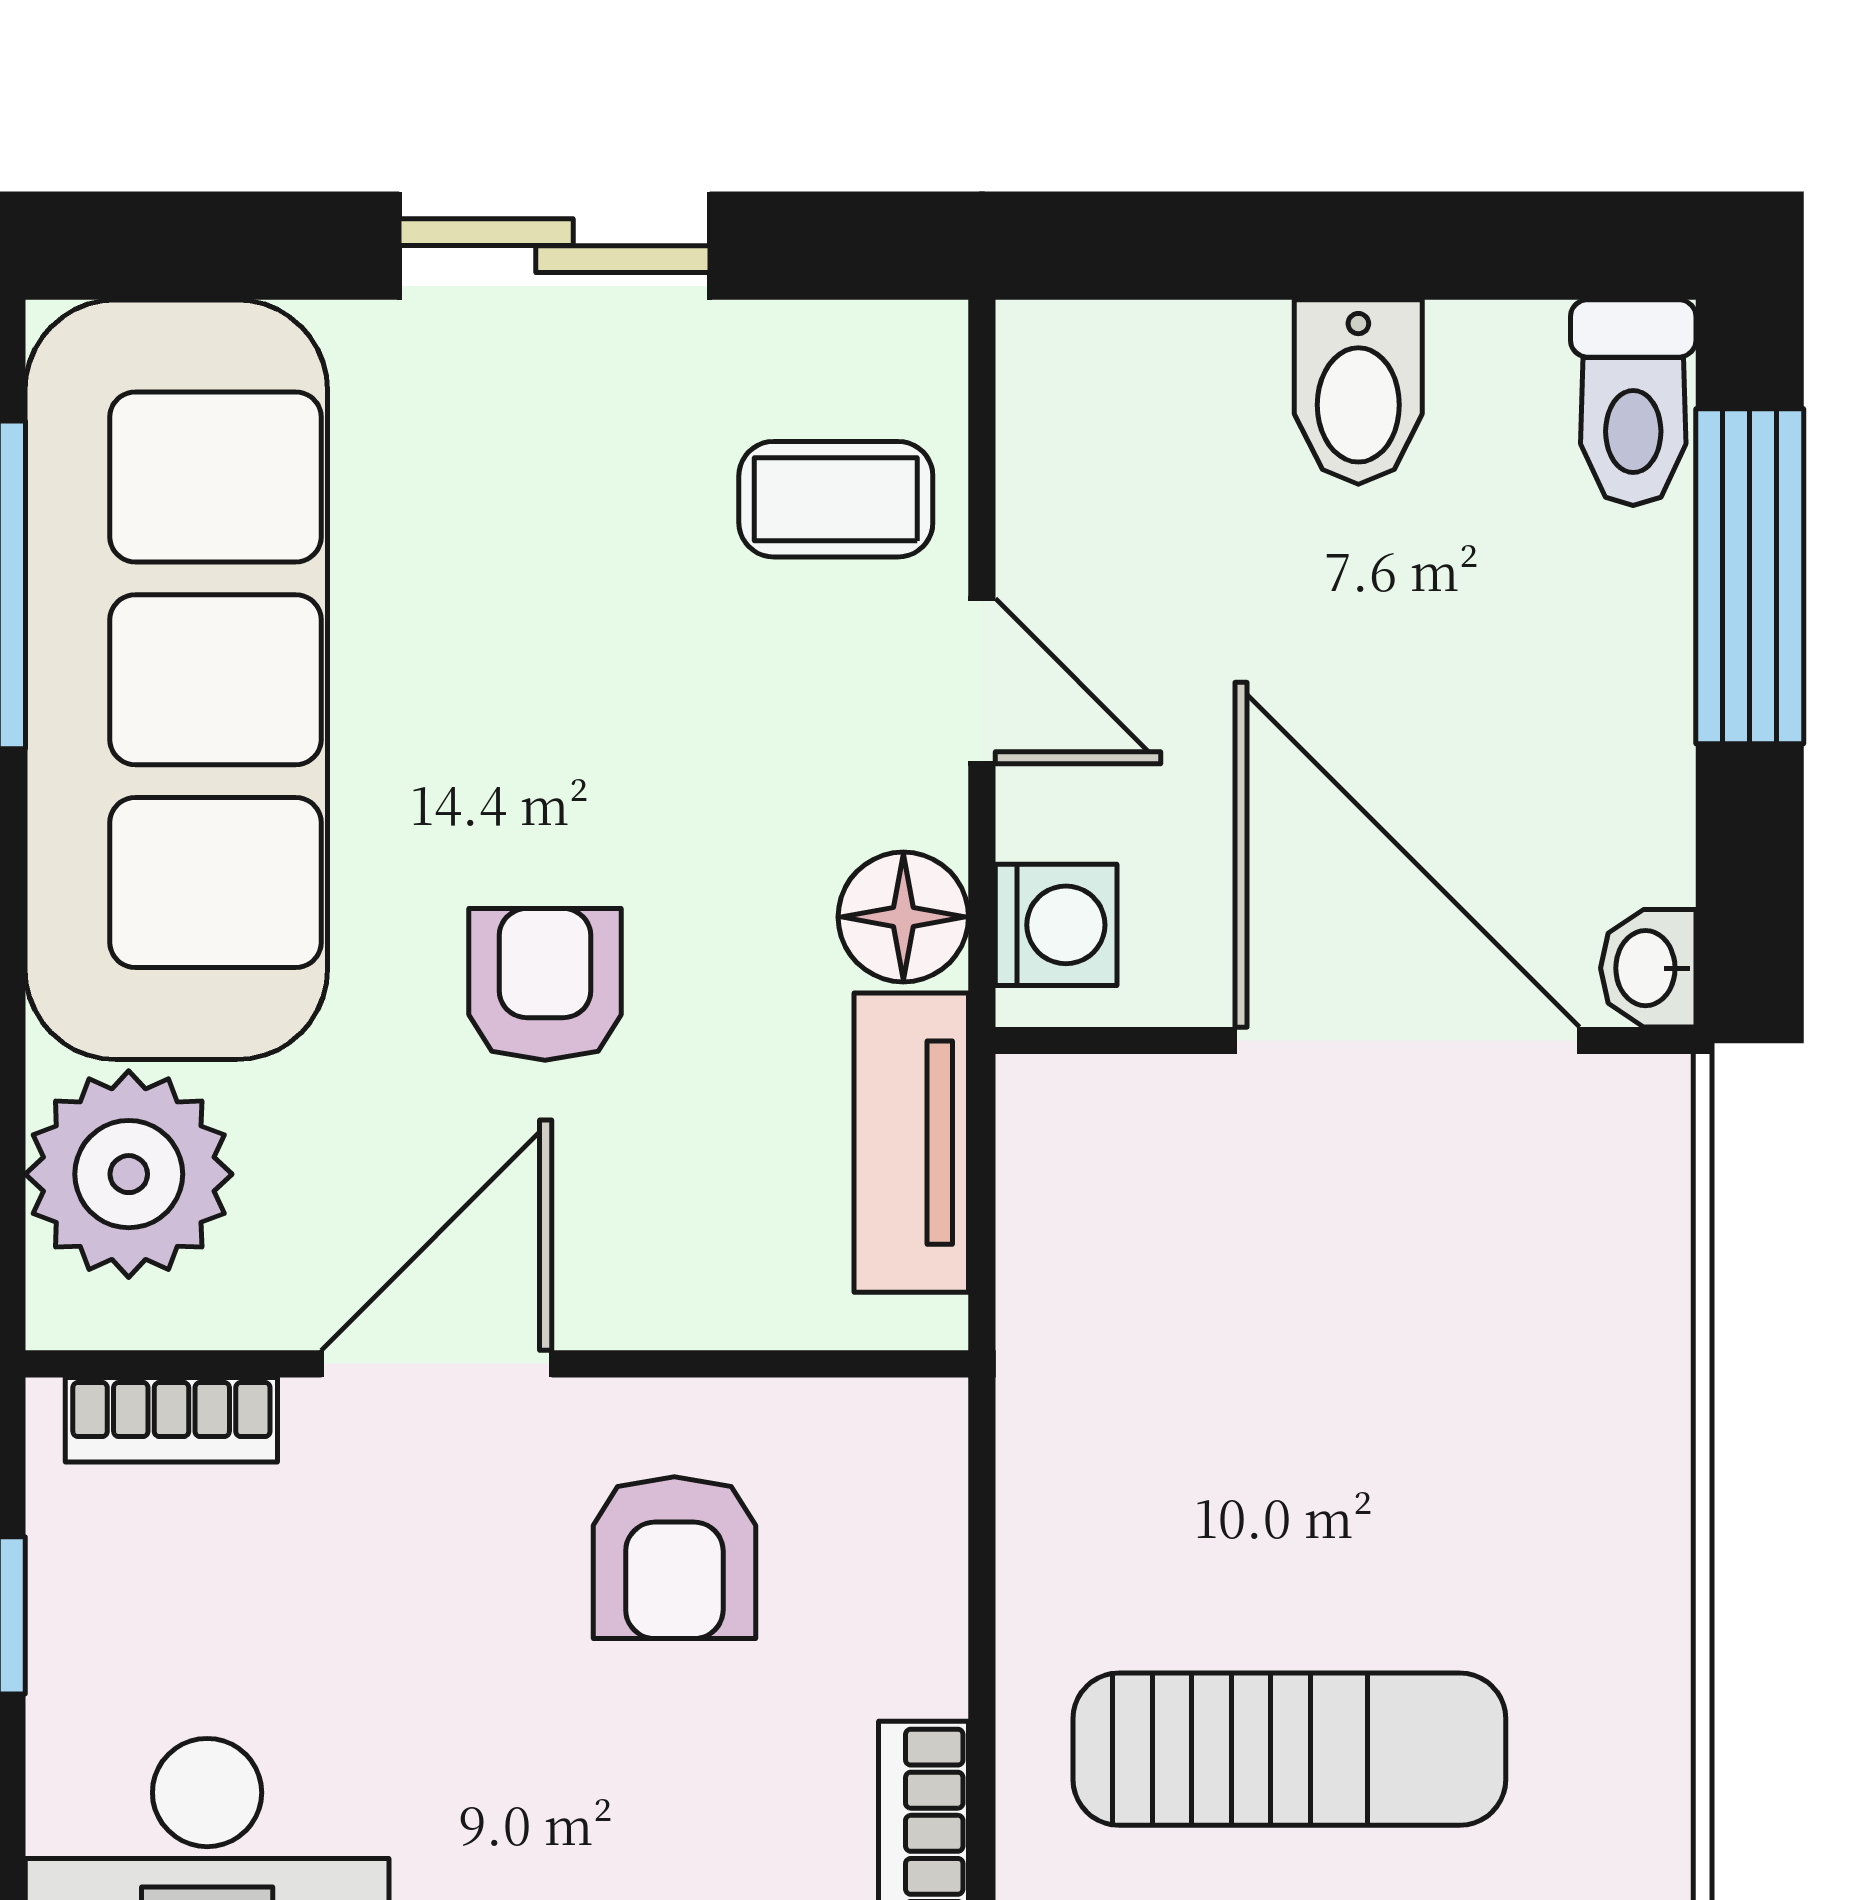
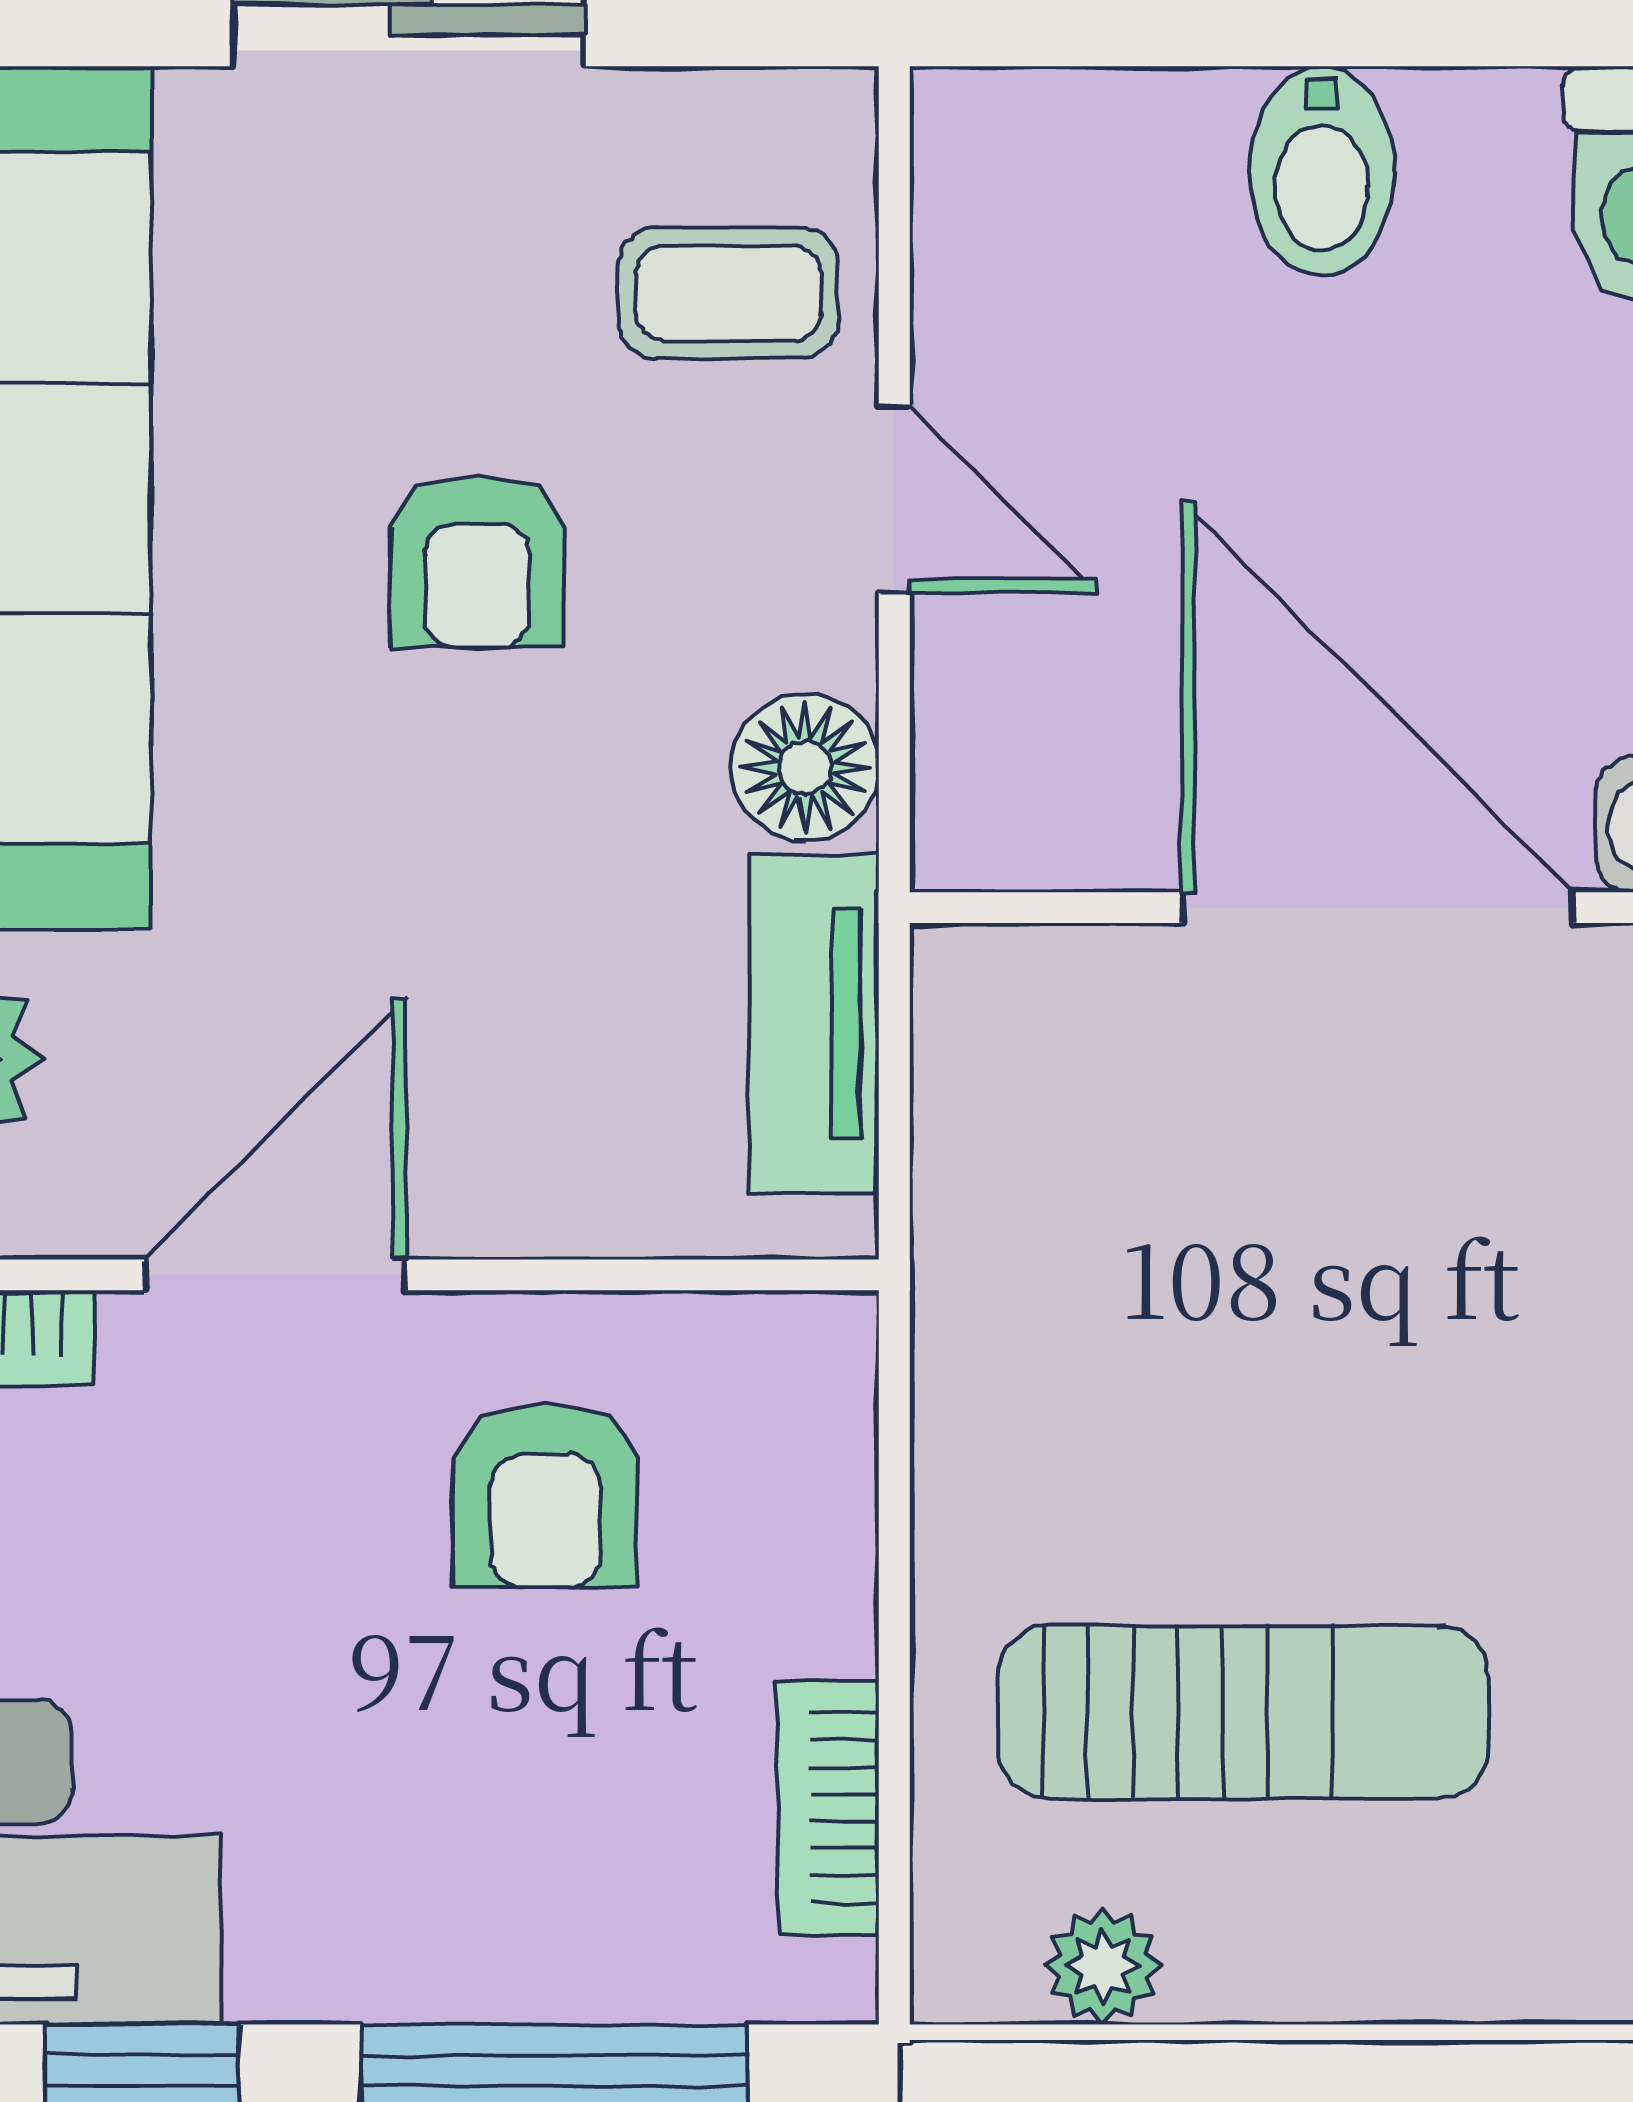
washing machine: (1056, 925) -> (979, 776), removed
armchair: (545, 984) -> (477, 562), moved, turned 180

